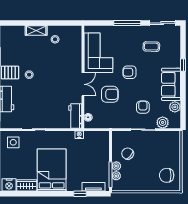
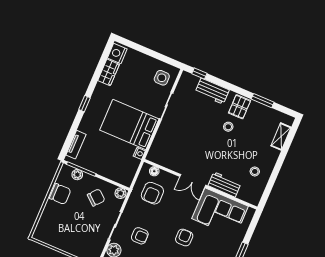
shelving: (36, 31) -> (281, 137), moved
armchair: (110, 94) -> (152, 193), moved
workbench: (75, 116) -> (225, 185), moved
plant: (116, 166) -> (120, 193), moved
bed: (52, 170) -> (129, 125), moved, turned 180
chair: (167, 175) -> (60, 194), moved, turned 90
window: (80, 194) -> (84, 104), moved

